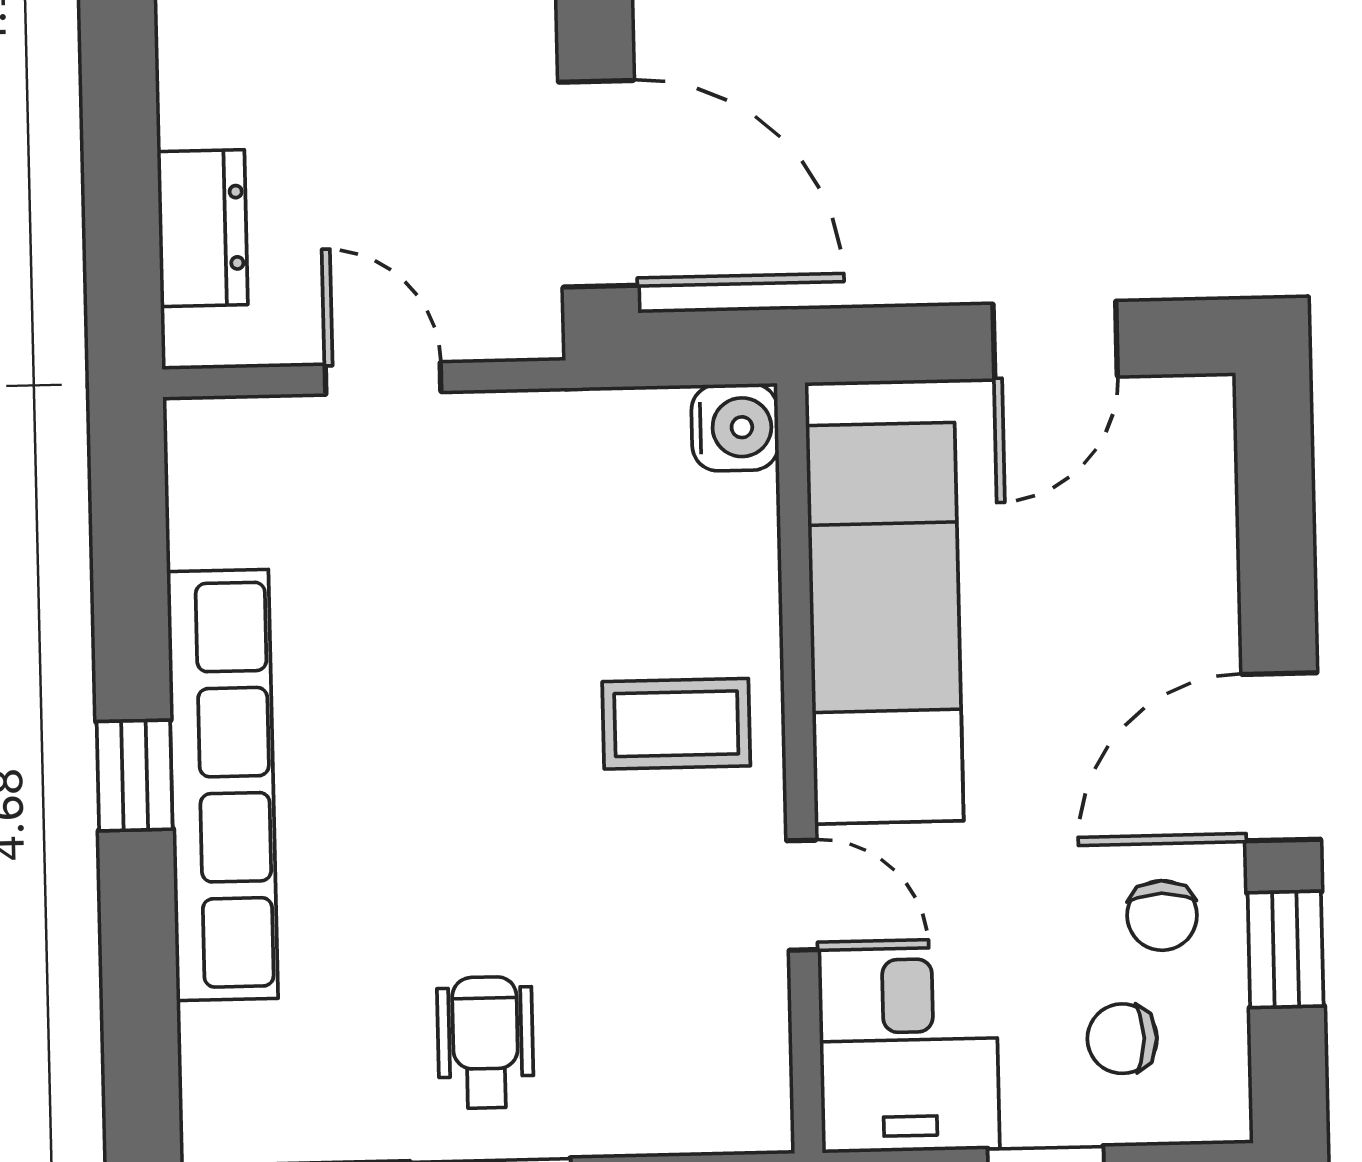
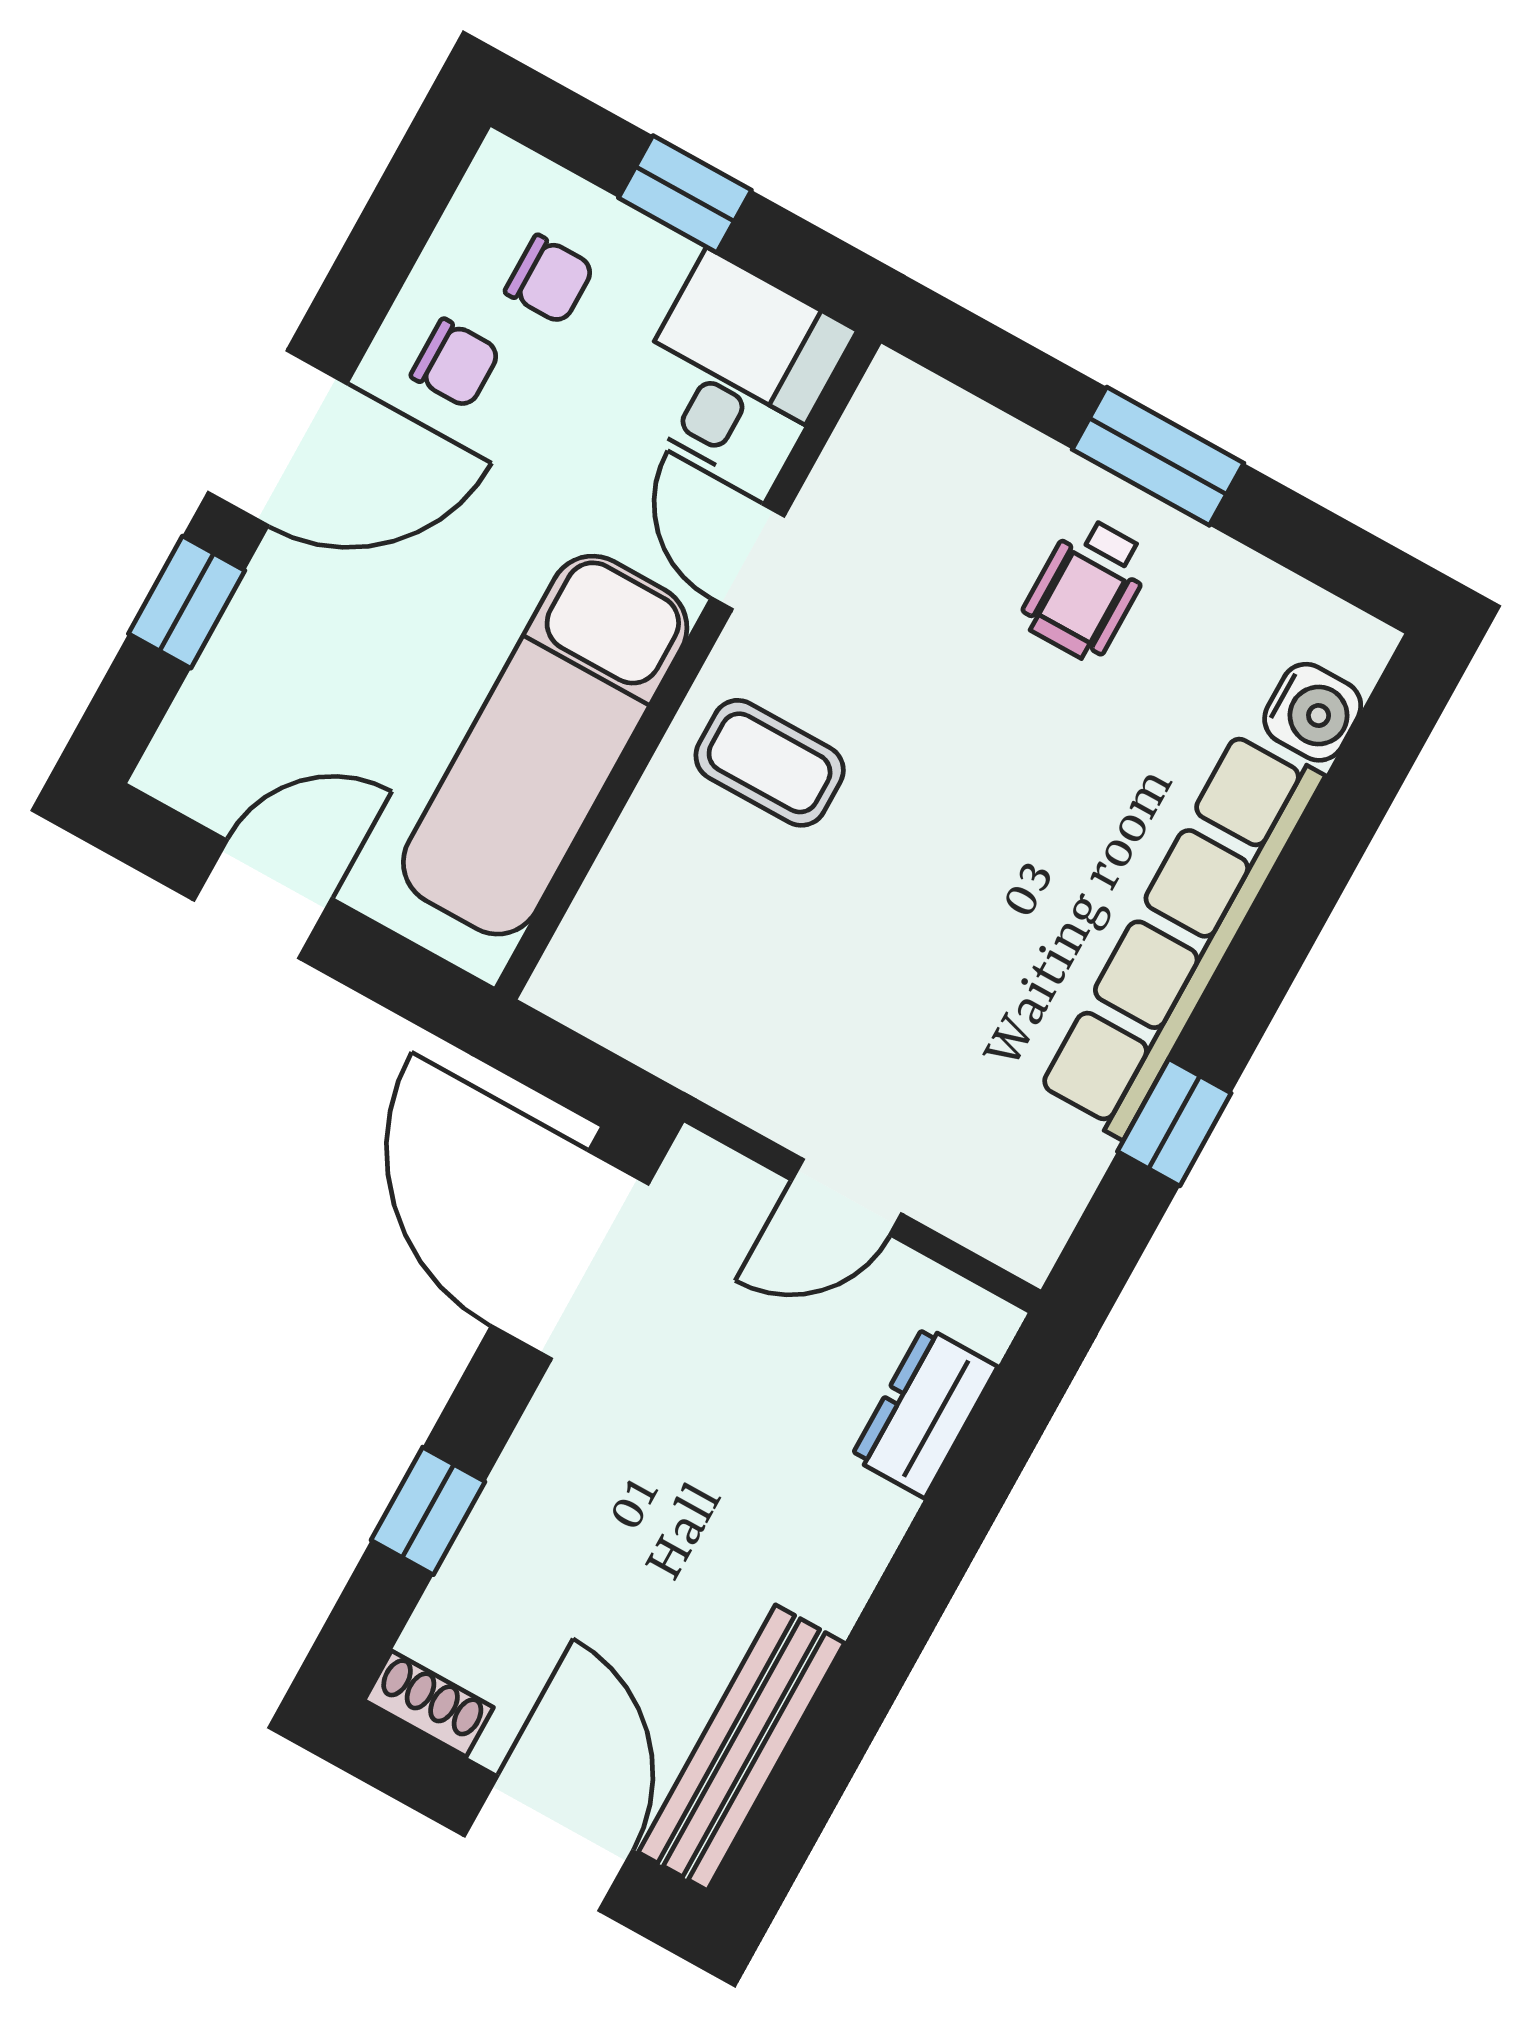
door: (383, 378) -> (846, 1197), hinge flipped
water cooler: (735, 427) -> (1313, 712), moved, turned 180
window: (135, 775) -> (1174, 1122), moved
chair: (1162, 915) -> (456, 363), turned 90
window: (1286, 949) -> (187, 602), moved

